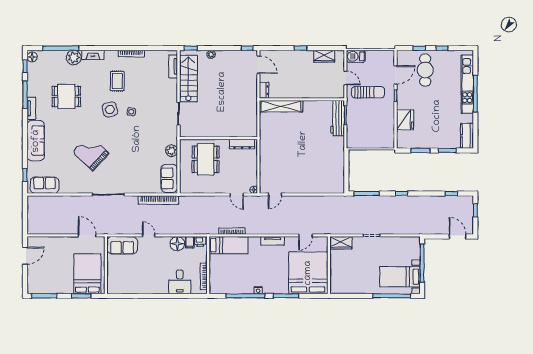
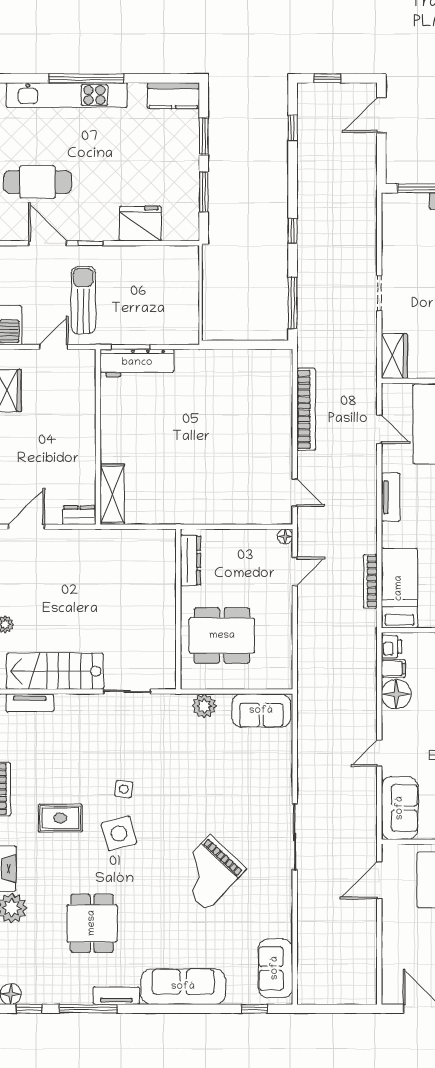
shelving: (281, 106) -> (112, 494), width x0.68
bookcase: (158, 200) -> (306, 409), moved

